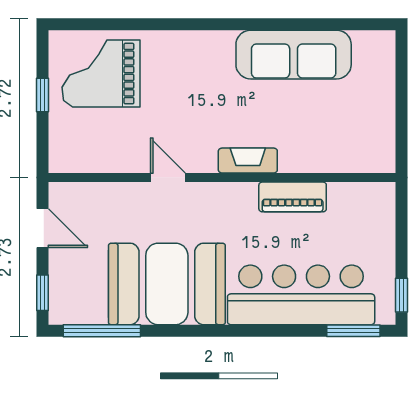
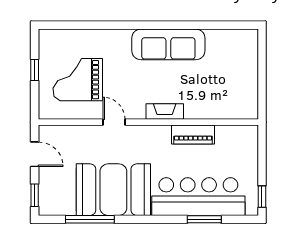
sofa: (294, 55) -> (168, 44), moved
grand piano: (101, 74) -> (78, 80), moved
window: (102, 331) -> (90, 219), moved
window: (353, 331) -> (204, 219), moved

